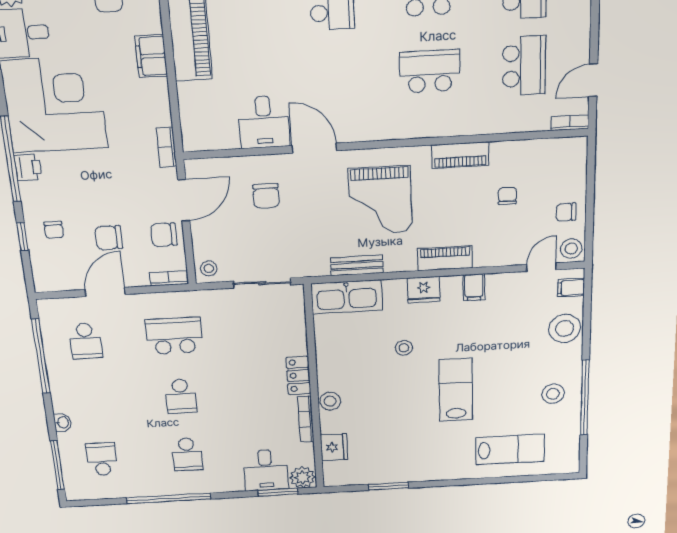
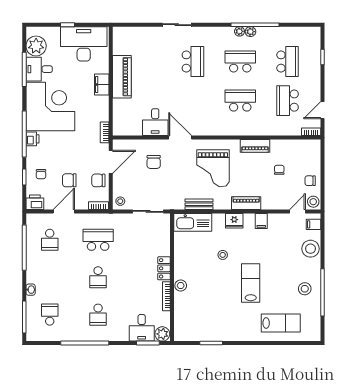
school desk: (524, 66) -> (288, 101), turned 180
printer: (49, 279) -> (35, 202), added
fridge: (334, 447) -> (181, 315), removed

